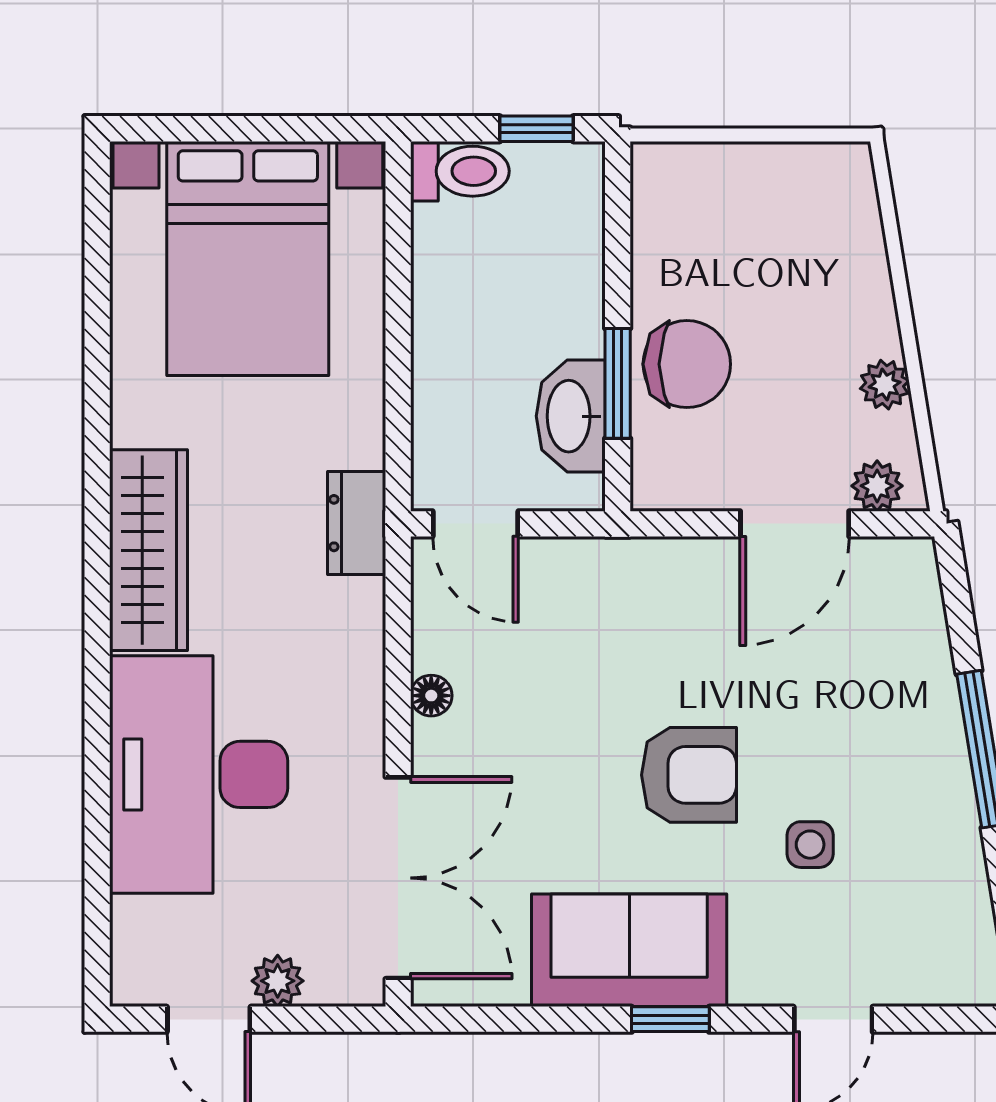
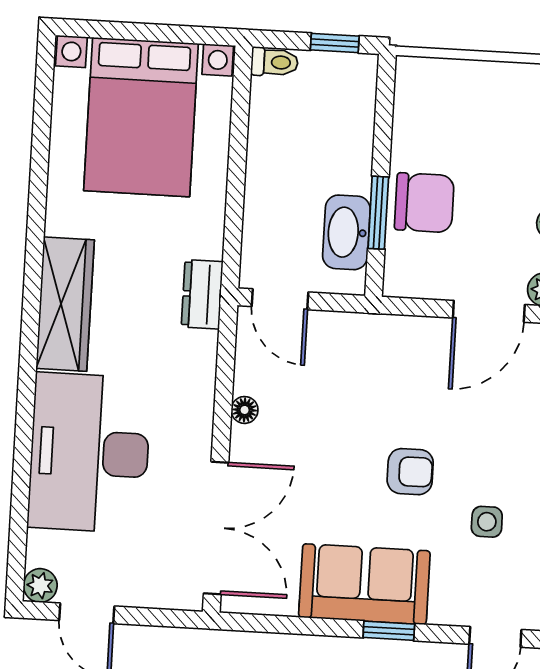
toilet: (460, 171) -> (274, 62), width x0.73, depth x0.72
armchair: (689, 775) -> (410, 472), width x0.72, depth x0.72
plant: (278, 981) -> (40, 586), moved

